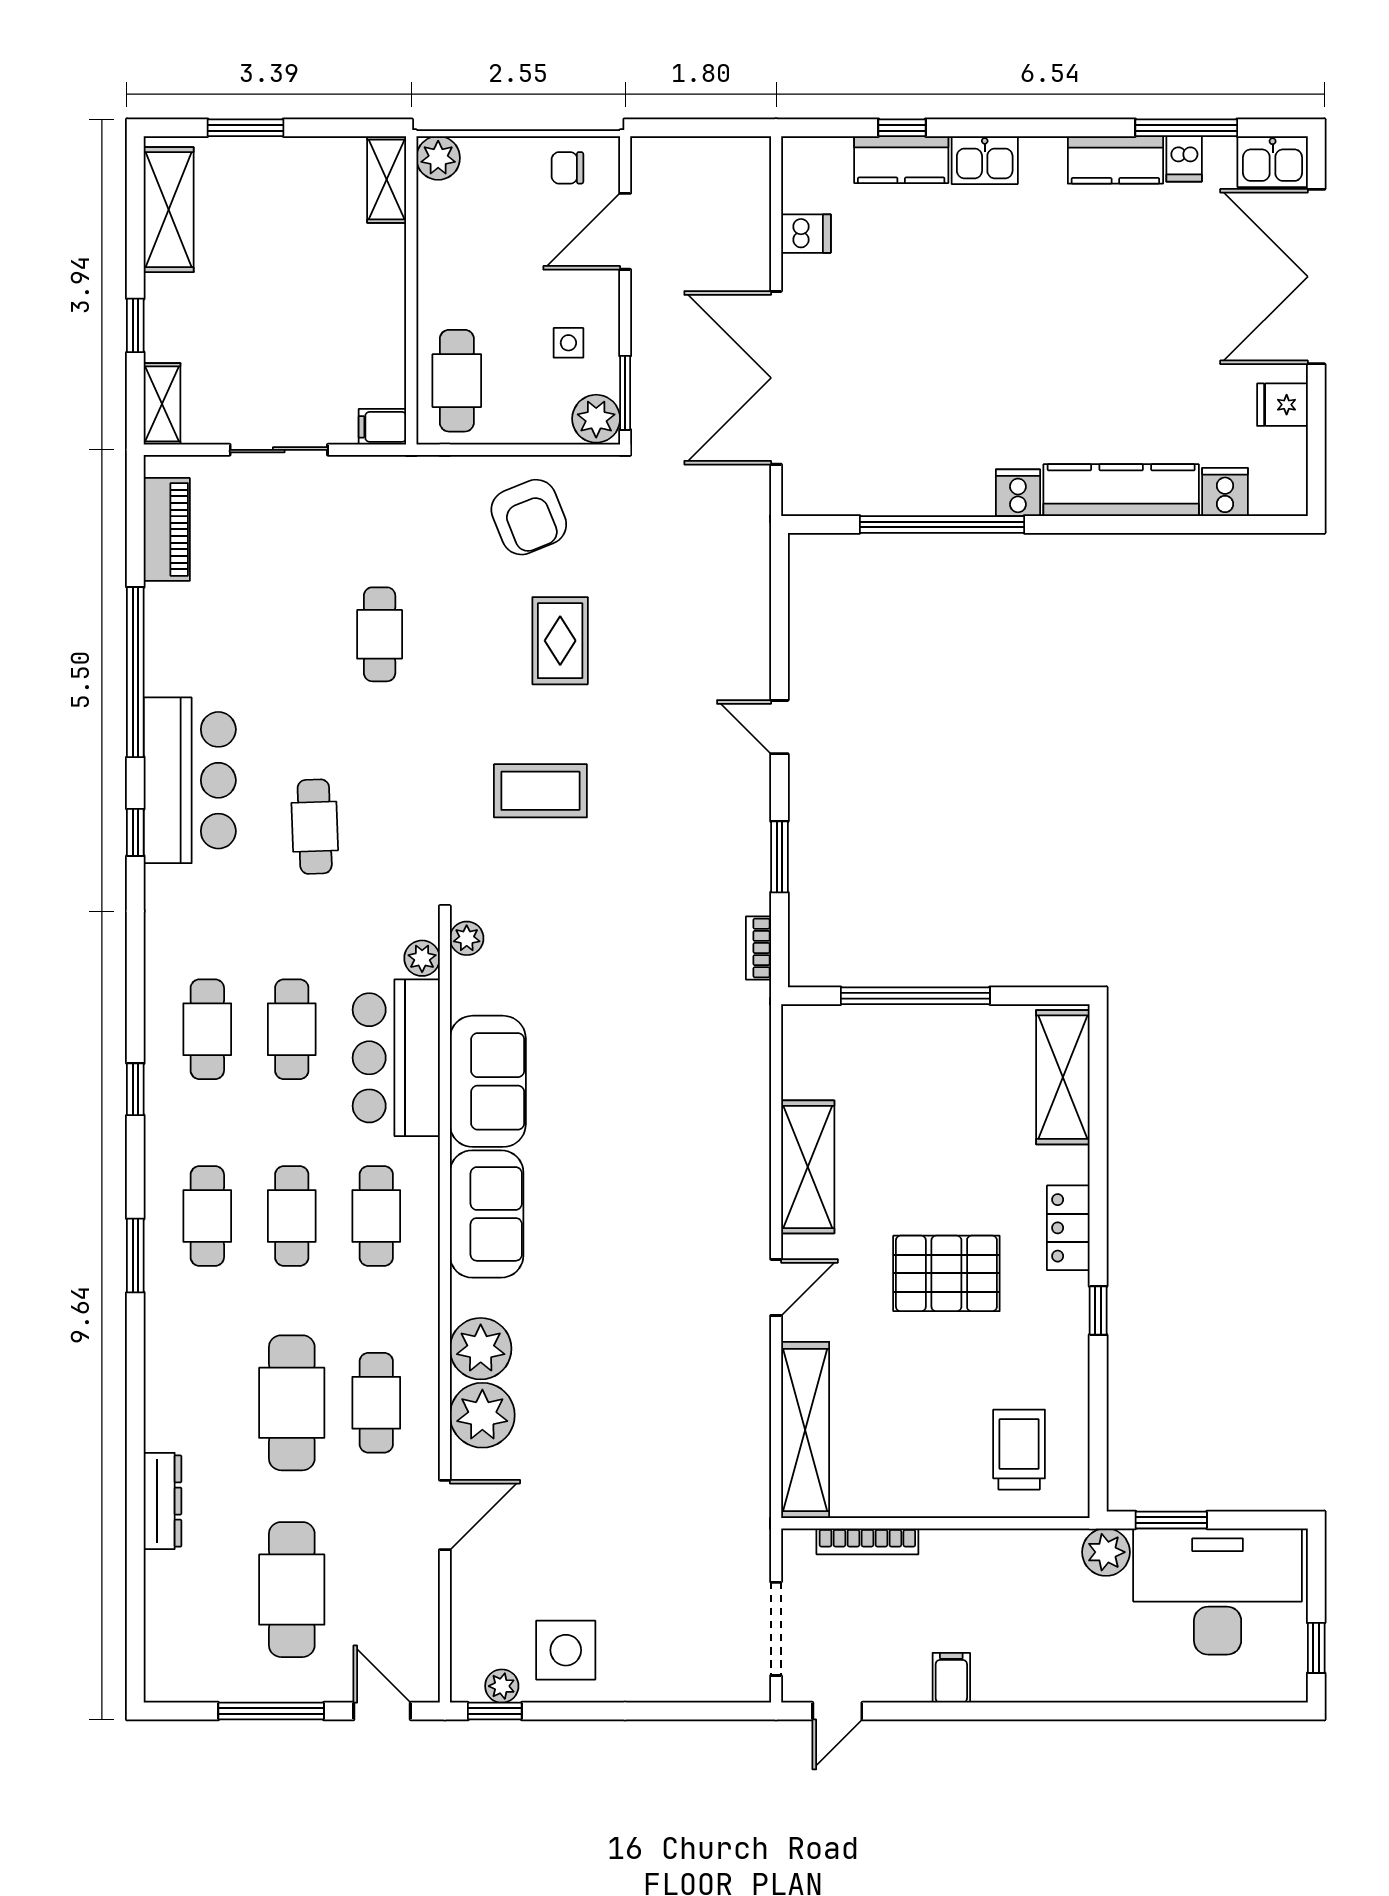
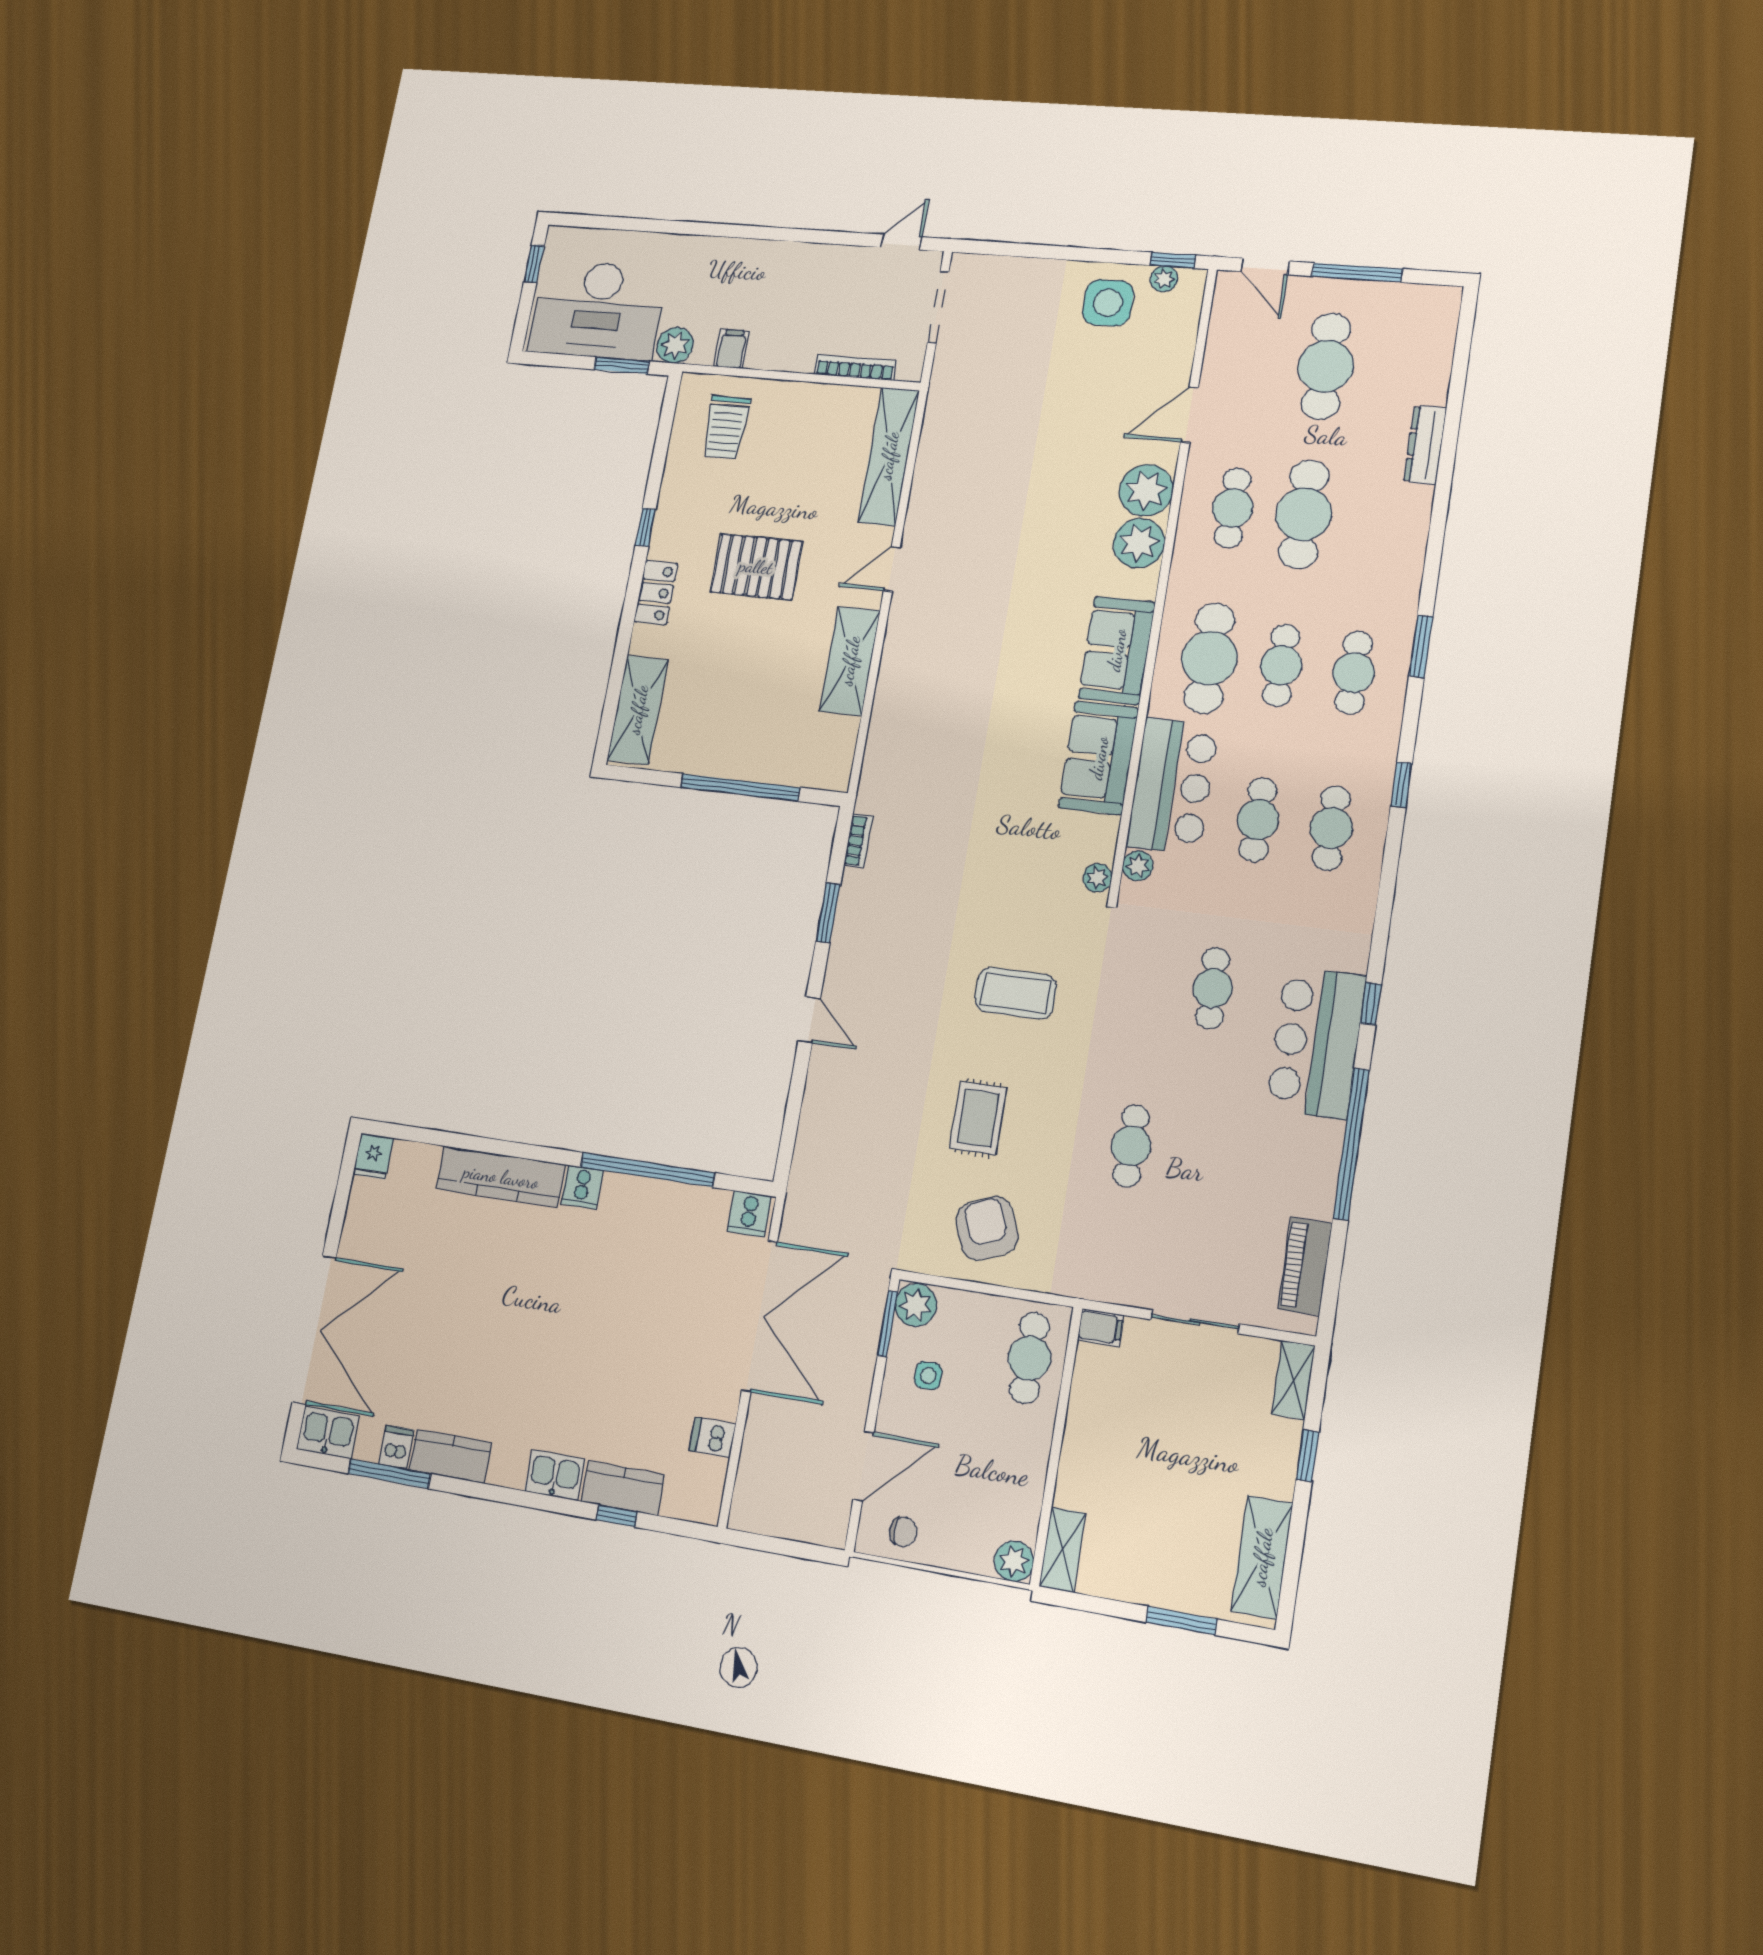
fridge: (1282, 405) -> (373, 1156), moved, turned 90
cooker: (1225, 492) -> (749, 1214), moved
cafe table: (376, 1216) -> (1209, 658), width x1.37, depth x1.35
filing cabinet: (951, 1678) -> (732, 349), moved, turned 180

